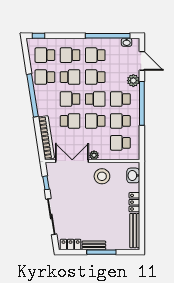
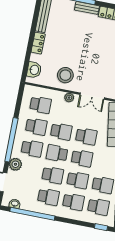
school desk: (70, 77) -> (78, 180), turned 180
school desk: (70, 121) -> (86, 136), turned 180
double door: (72, 161) -> (92, 96), width x0.73

